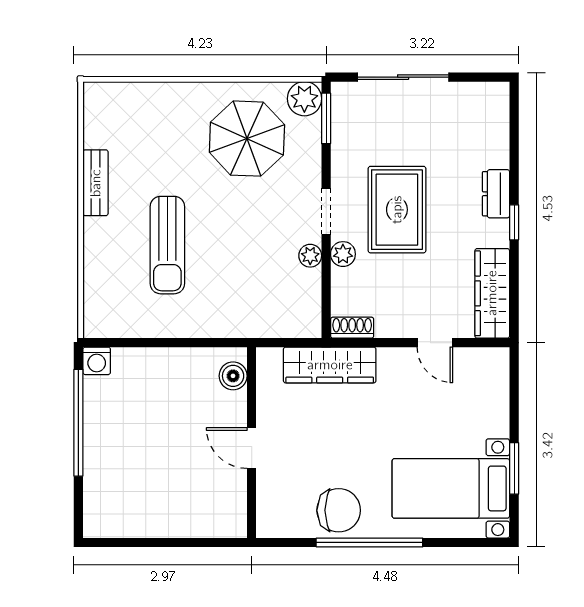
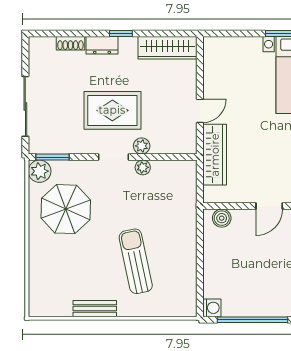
sun lounger: (167, 245) -> (136, 261), turned -102
shoe rack: (352, 328) -> (70, 43), moved, turned -90
door: (435, 343) -> (200, 111), moved

